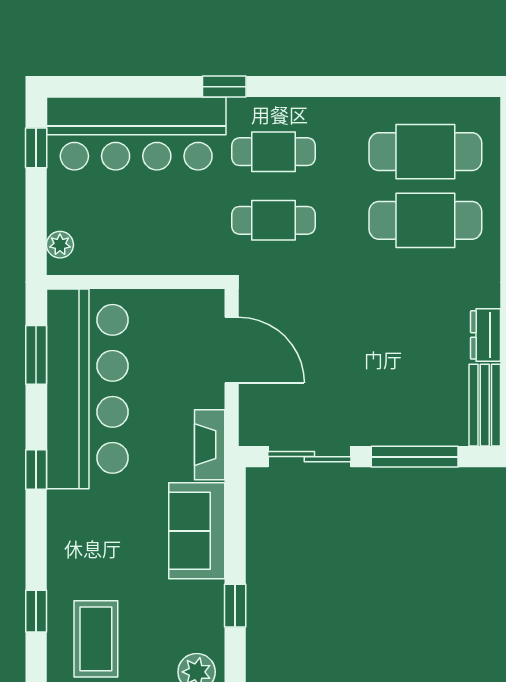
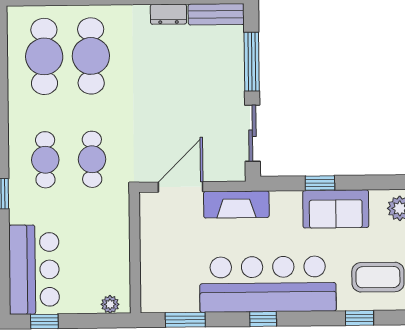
bar counter: (136, 134) -> (34, 270), width x0.73
bar counter: (87, 389) -> (268, 284), moved
fireplace: (210, 445) -> (236, 204), width x1.37, depth x1.32
sofa: (197, 531) -> (336, 209), moved
window: (235, 606) -> (320, 183), moved

